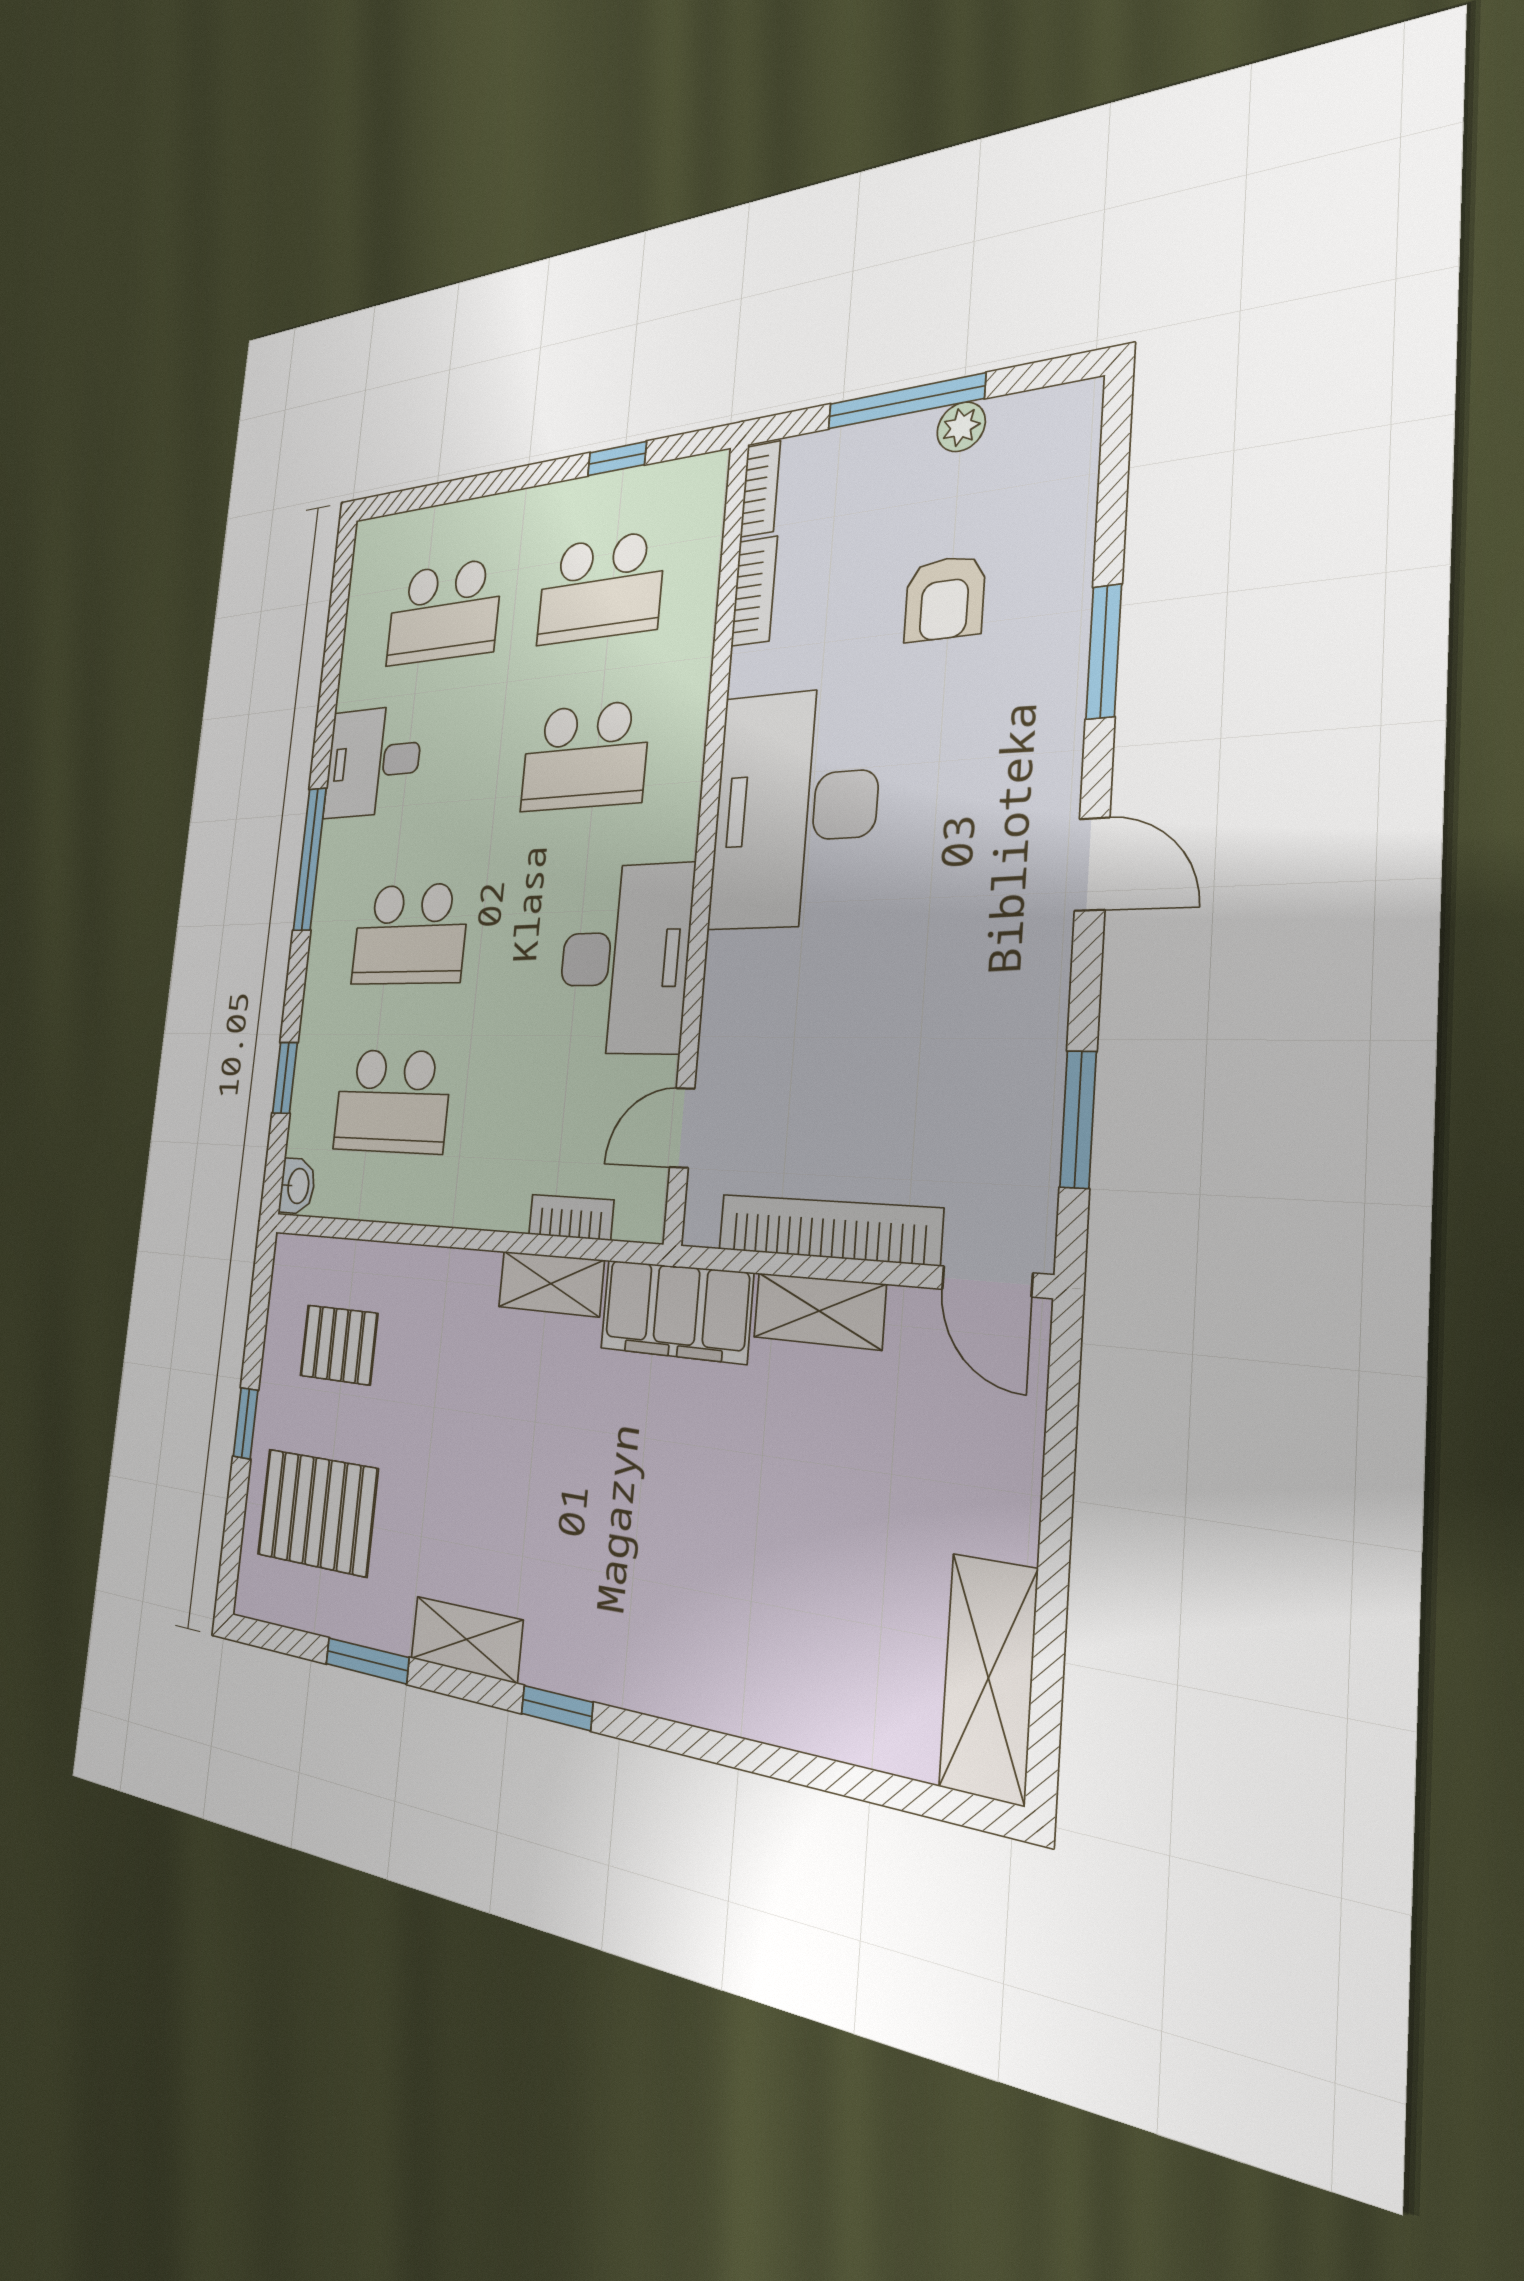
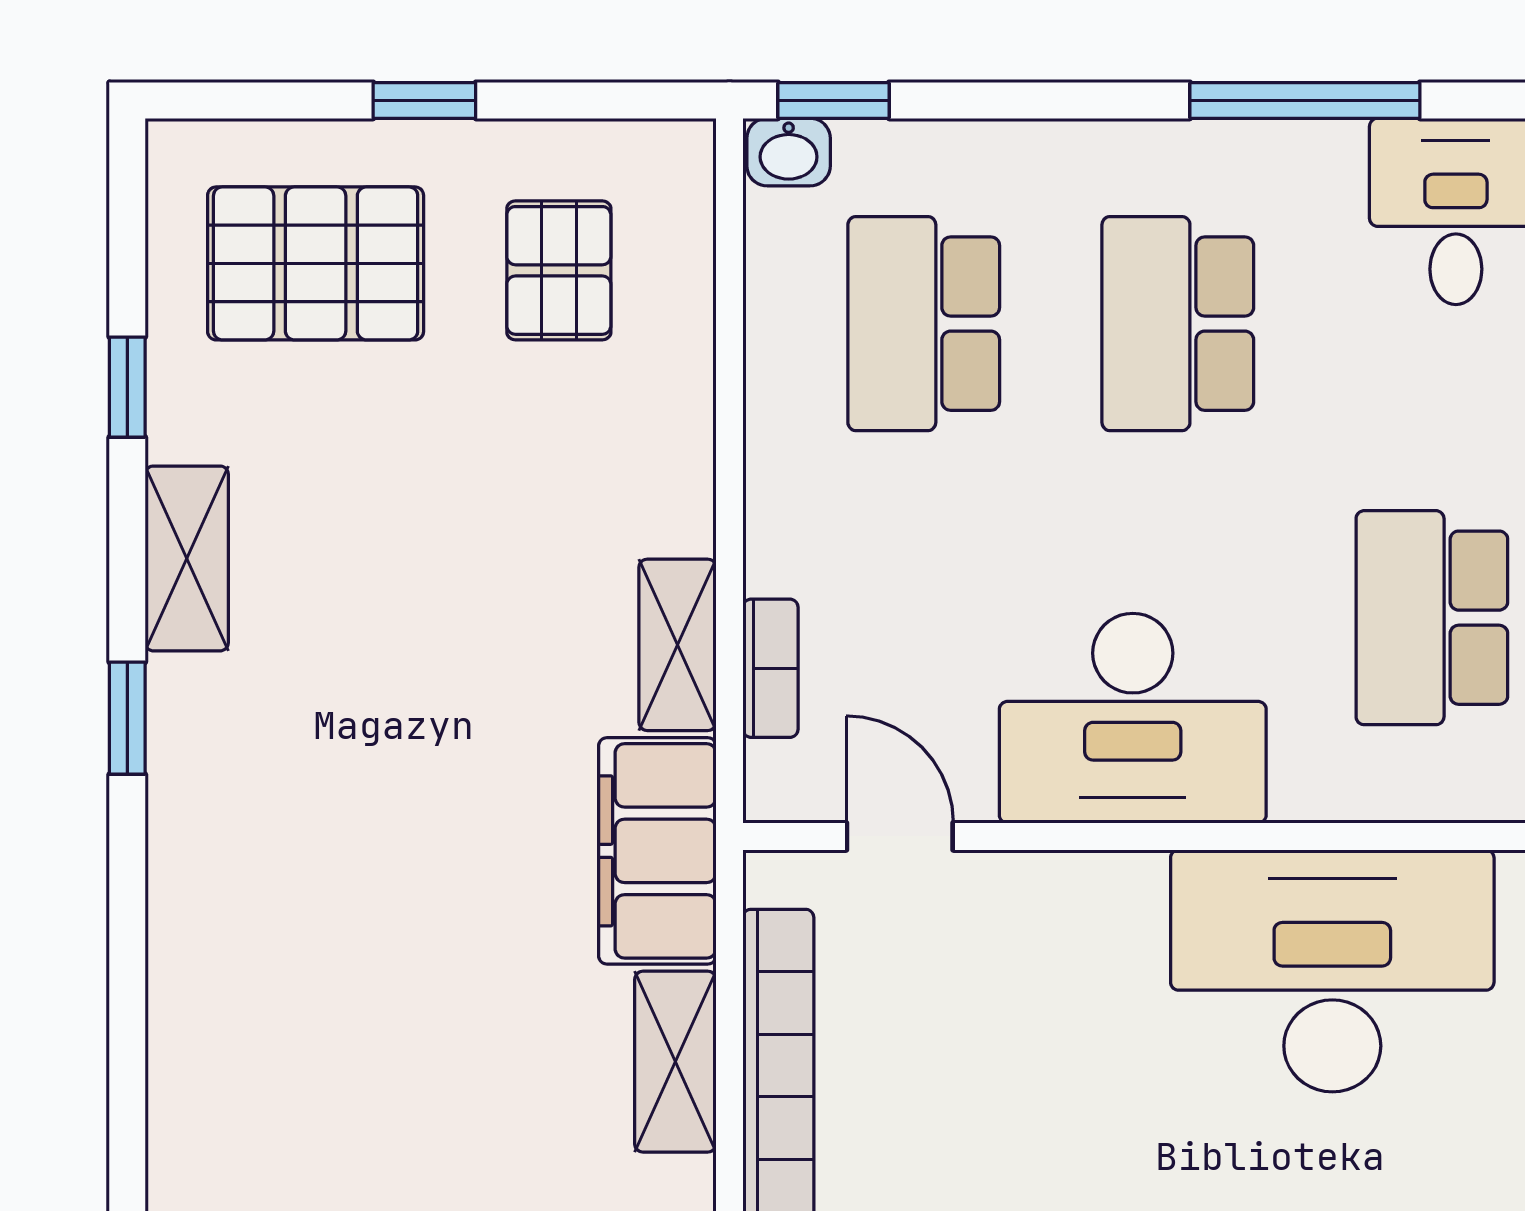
window: (285, 1078) -> (834, 100), moved
pallet: (317, 1512) -> (316, 263), turned 90
window: (367, 1661) -> (127, 387), width x0.67

